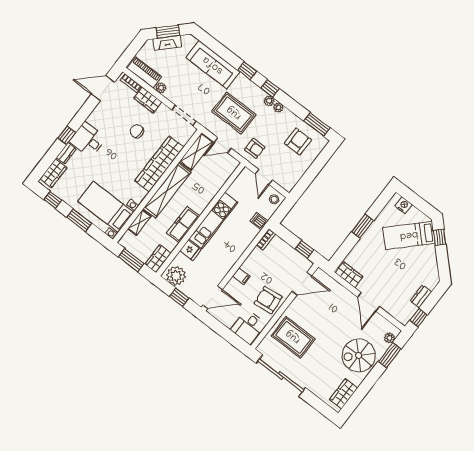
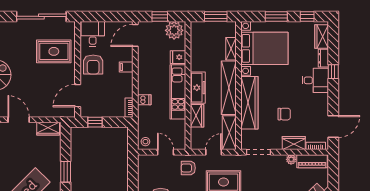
bed with nightstands: (106, 207) -> (264, 48), width x1.36
dishwasher: (259, 221) -> (144, 100), moved
freezer: (183, 225) -> (198, 88), moved
wardrobe: (158, 259) -> (197, 116), moved
armchair: (268, 300) -> (93, 64), turned 96

